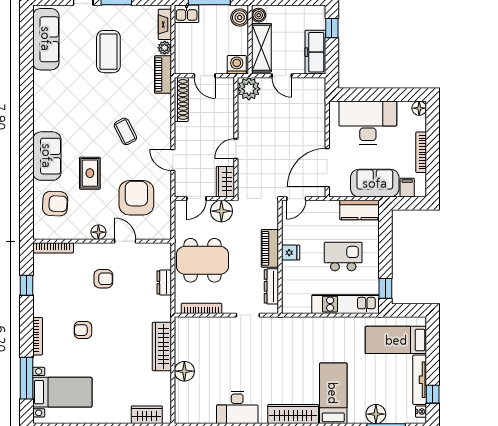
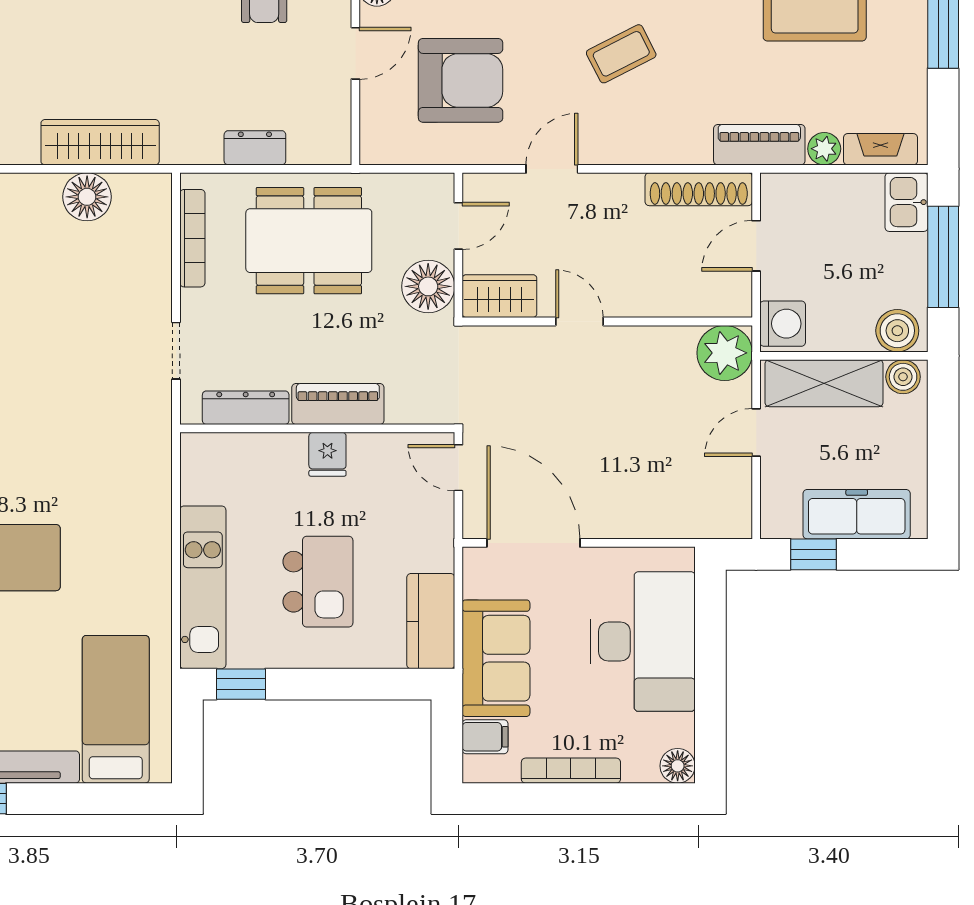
window: (332, 28) -> (814, 554), moved
freezer: (315, 52) -> (857, 514), moved
door: (196, 199) -> (458, 226), swing flipped
dining table: (203, 260) -> (309, 241), turned 90
floor lamp: (184, 371) -> (87, 197), moved

